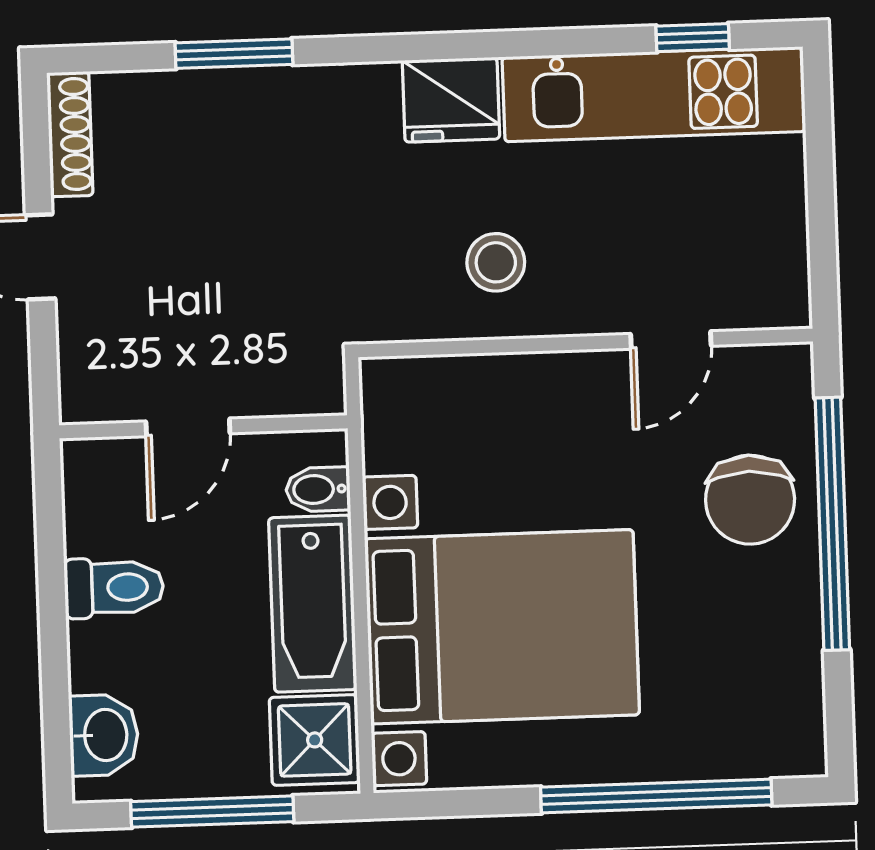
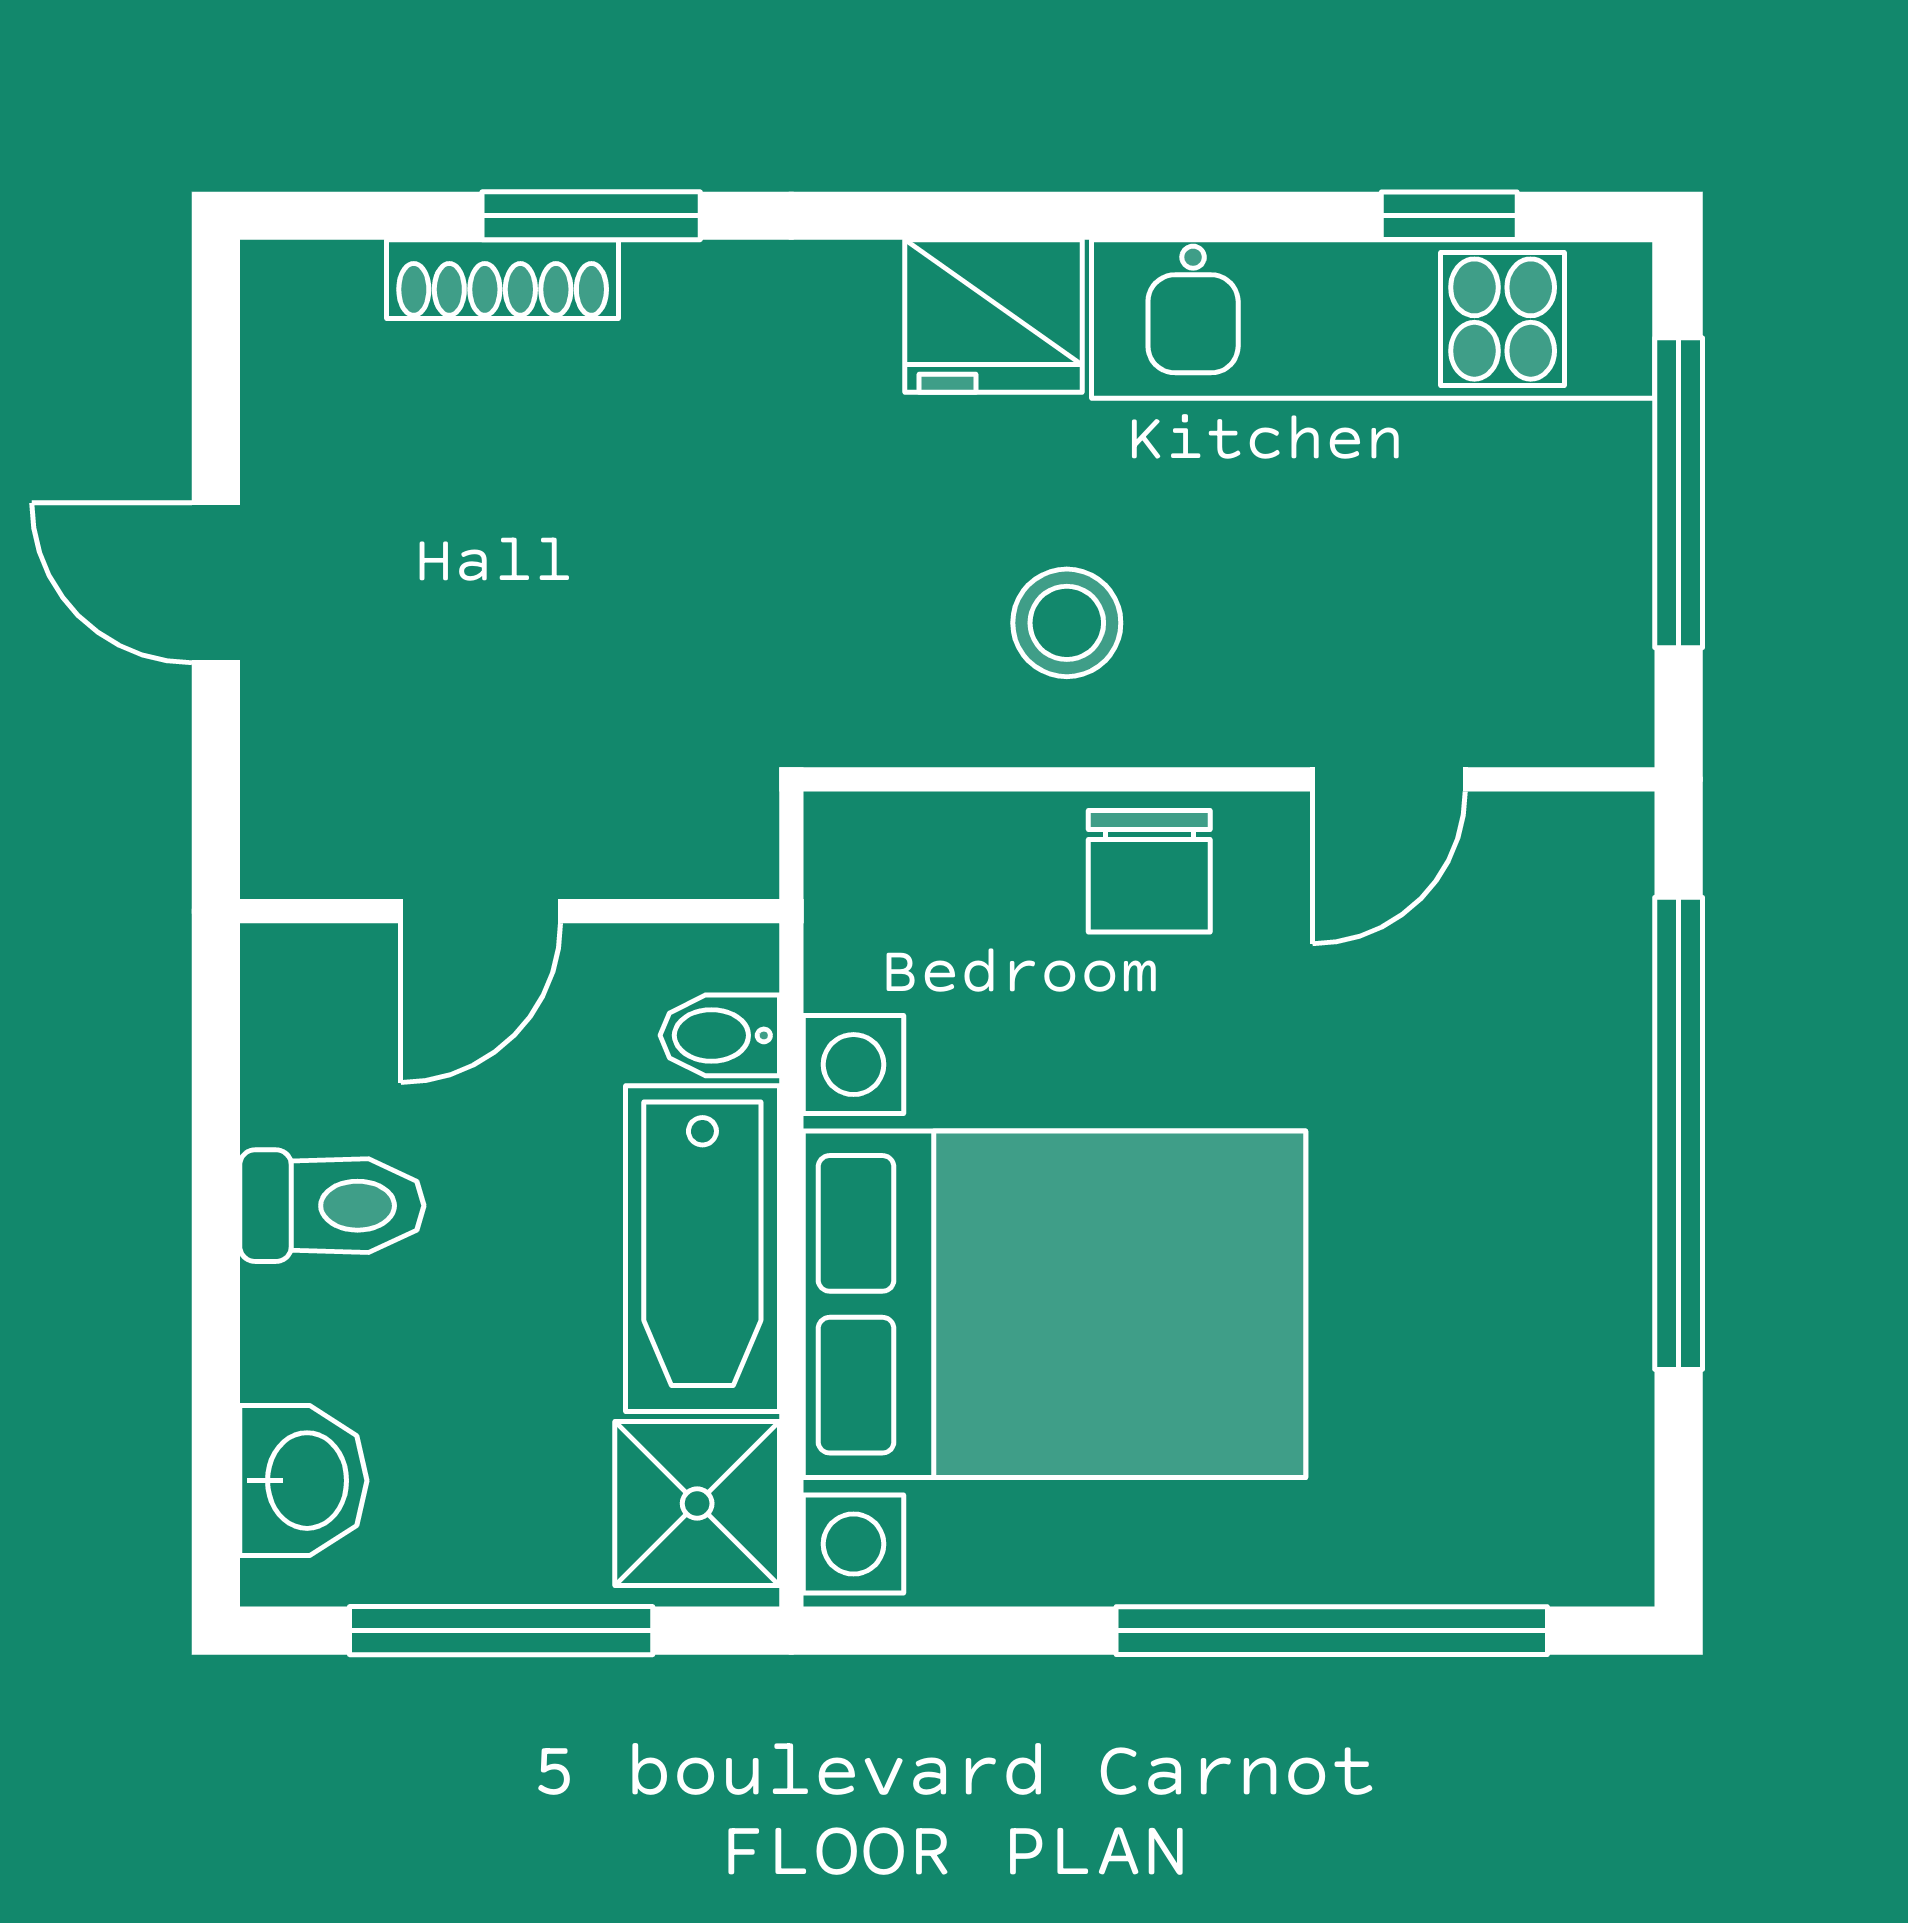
shoe rack: (70, 134) -> (503, 279), moved, turned 90
window: (820, 181) -> (1679, 493), added
chair: (750, 500) -> (1149, 871), moved, width x0.73, depth x0.73

